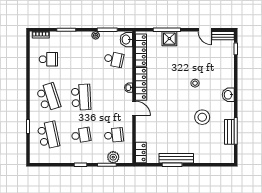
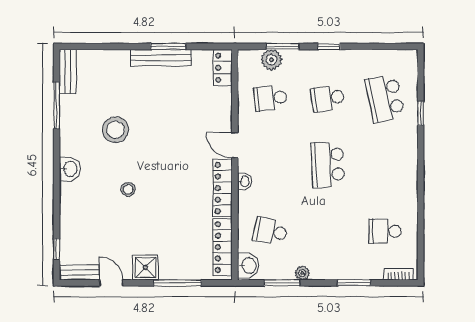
shower: (169, 39) -> (145, 267), moved
school desk: (48, 97) -> (385, 165), removed
bench: (229, 132) -> (68, 71), moved

